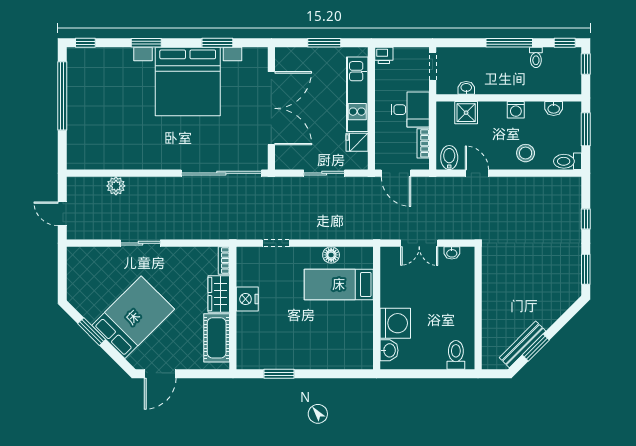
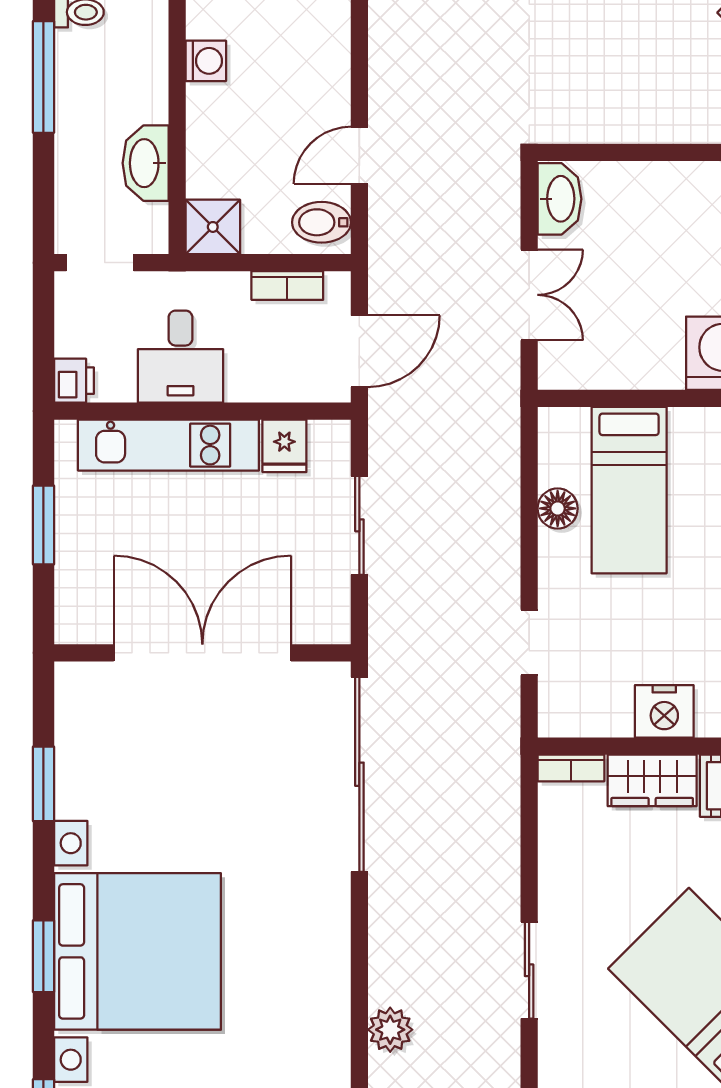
bed with nightstands: (188, 82) -> (137, 951), moved
washbasin: (466, 88) -> (146, 163), width x1.91, depth x1.45
desk: (410, 110) -> (181, 357), moved, turned 180
shower: (466, 113) -> (213, 227), moved
stool: (526, 153) -> (311, 37), removed
washbasin: (452, 253) -> (559, 199), width x1.91, depth x1.45

